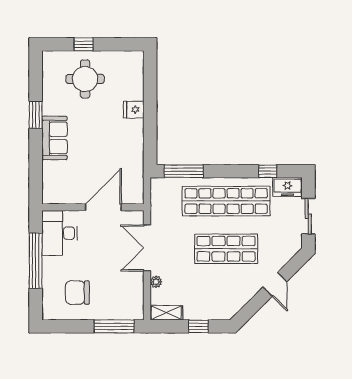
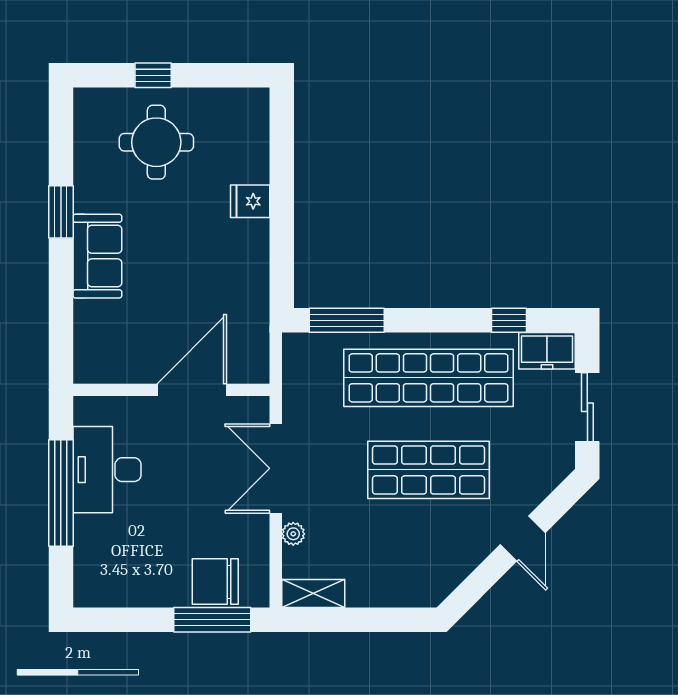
desk: (60, 233) -> (107, 470), moved
chair: (77, 293) -> (215, 582), moved
window: (198, 326) -> (375, 620), removed

